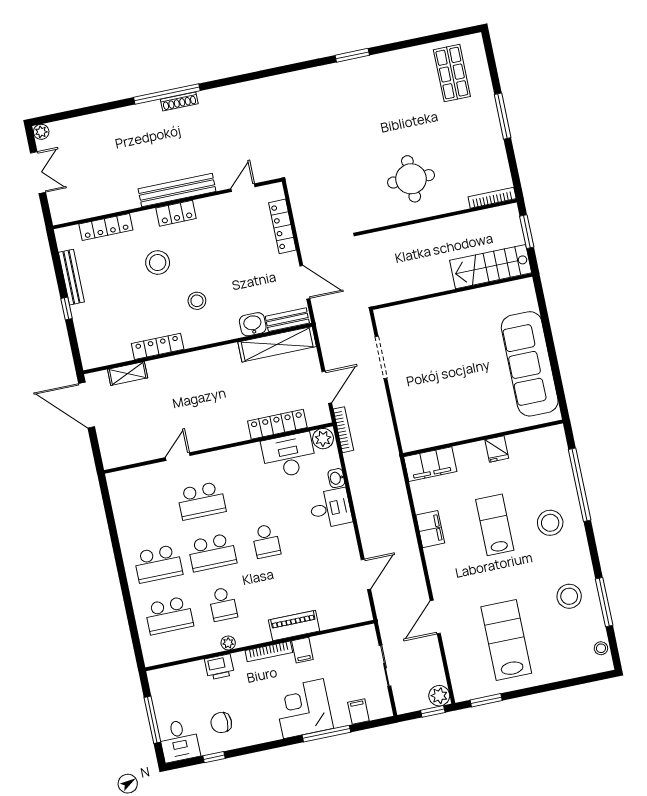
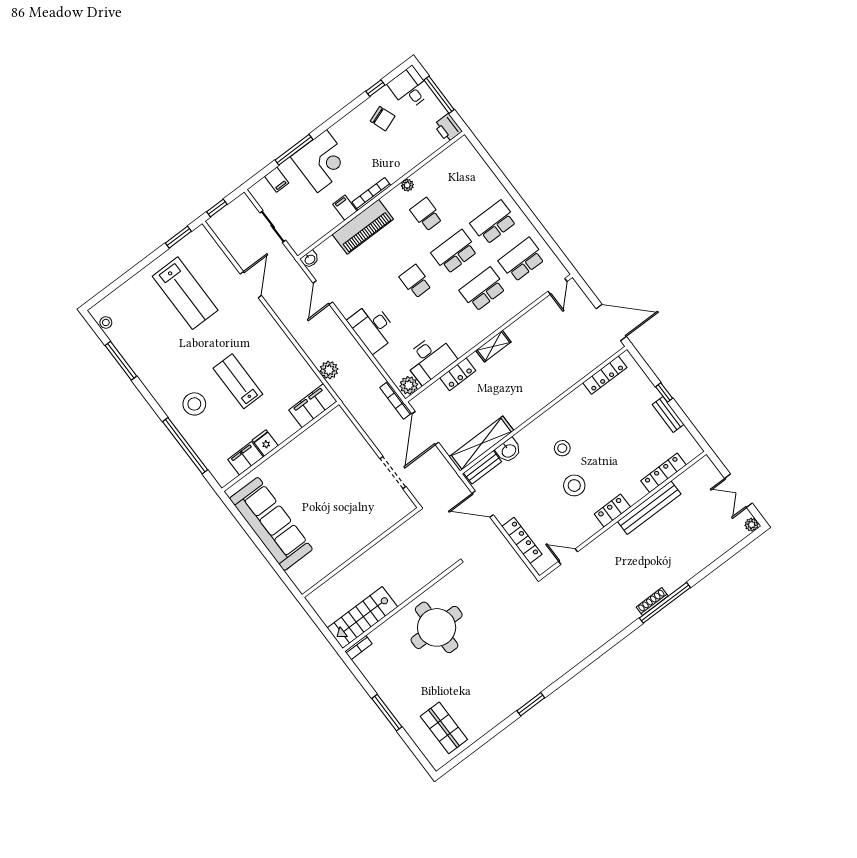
round table: (411, 179) -> (437, 627), width x1.36, depth x1.36
door: (243, 188) -> (568, 557), swing flipped
bench: (177, 190) -> (649, 508), moved
bookcase: (492, 198) -> (358, 648), width x0.64
window: (527, 232) -> (324, 629), removed
stool: (158, 263) -> (574, 485), moved
stairs: (491, 267) -> (362, 617), moved, turned 180
bench: (71, 277) -> (668, 414), width x0.73
locker: (158, 346) -> (605, 375), moved
shelving: (128, 374) -> (493, 346), moved
door: (327, 387) -> (425, 428), width x1.36
locker: (277, 424) -> (458, 374), width x0.66
door: (178, 457) -> (557, 286), moved
washbasin: (336, 478) -> (310, 259), moved, turned 90
desk: (330, 508) -> (373, 327), width x1.37
lab bench: (495, 525) -> (238, 381), turned 180
filing cabinet: (430, 529) -> (246, 458), moved, turned 90
stool: (569, 596) -> (151, 352), removed
school desk: (169, 615) -> (522, 260), moved
piano: (294, 625) -> (363, 227), width x1.37, depth x1.33
printer: (219, 667) -> (448, 128), moved, turned -90
plant: (439, 696) -> (329, 370), moved
chair: (221, 723) -> (383, 119), turned 70

